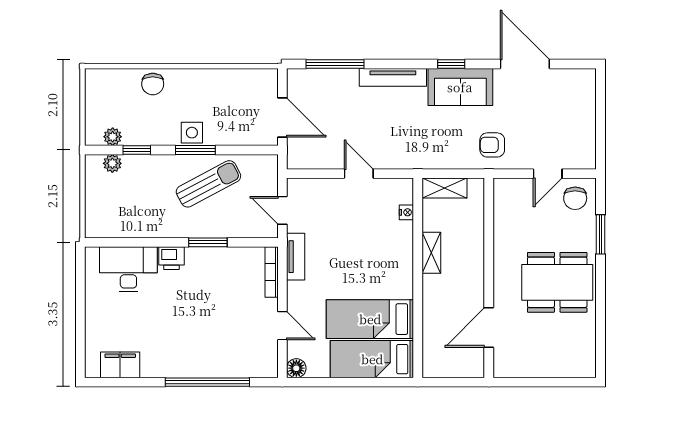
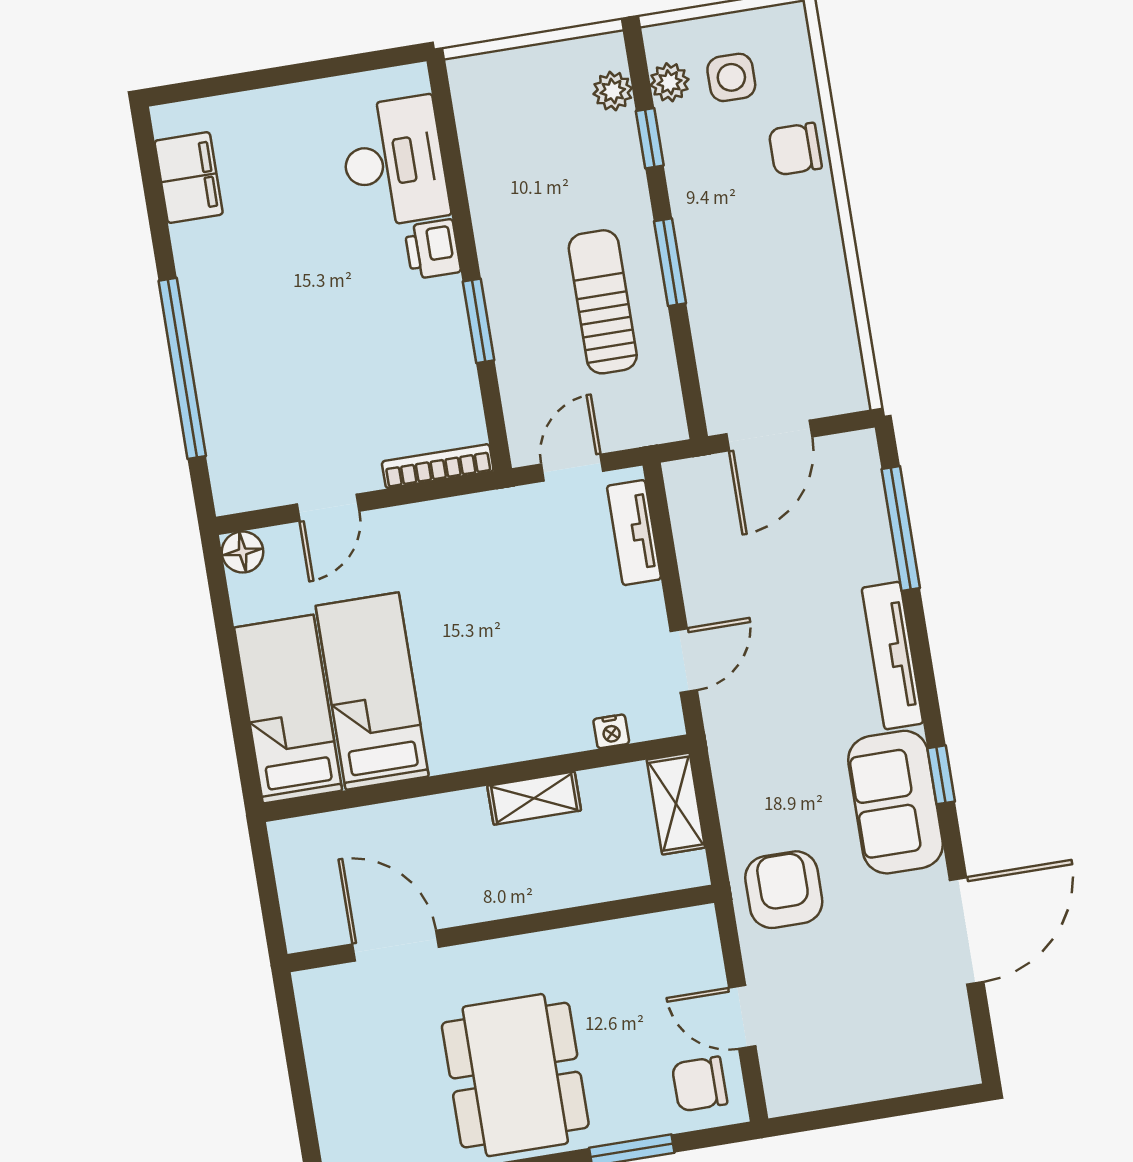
side table: (192, 133) -> (731, 77), moved
armchair: (492, 145) -> (784, 890), width x1.38, depth x1.38
door: (359, 174) -> (684, 660), moved
sun lounger: (208, 184) -> (603, 302), turned -152
tv unit: (296, 257) -> (634, 533), moved, turned 90

